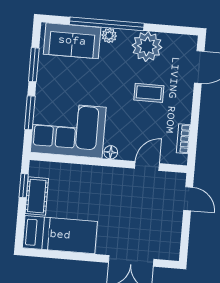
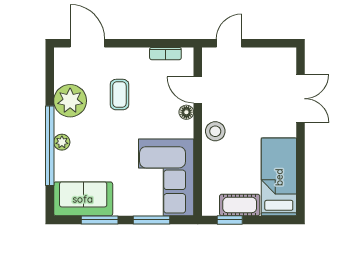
sofa: (72, 41) -> (83, 199), moved, turned -90
floor lamp: (111, 152) -> (186, 112), moved
stool: (107, 179) -> (215, 131), added

